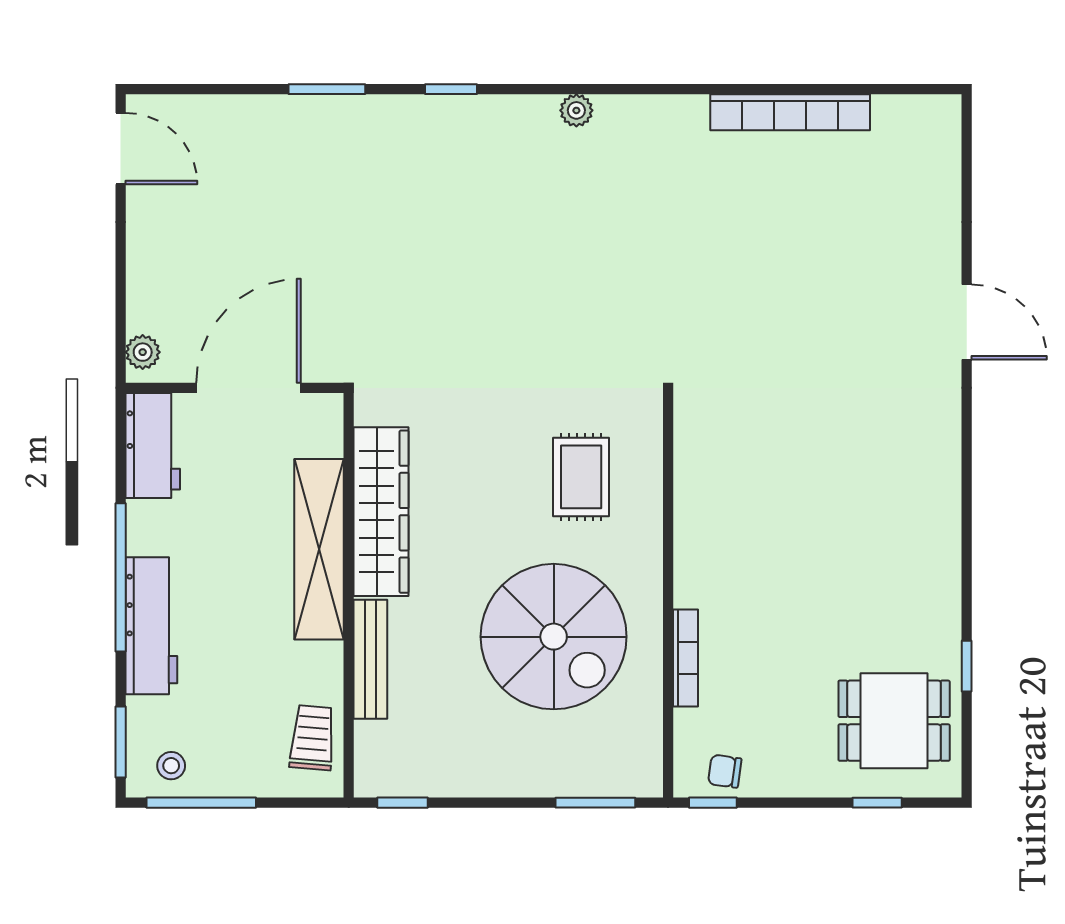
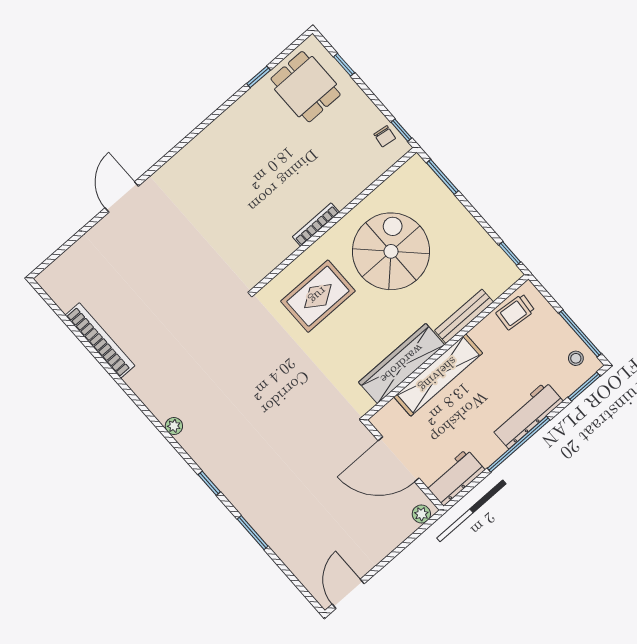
rug: (581, 477) -> (318, 296), width x1.36, depth x1.43
bookcase: (685, 658) -> (316, 224), moved

